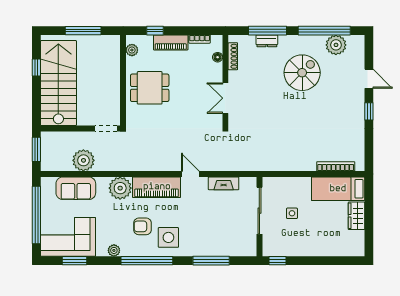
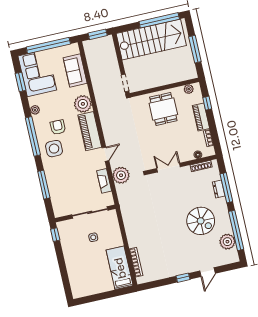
window: (36, 67) -> (159, 20), width x3.17
plant: (83, 160) -> (121, 175), moved
wardrobe: (356, 216) -> (102, 286), removed

